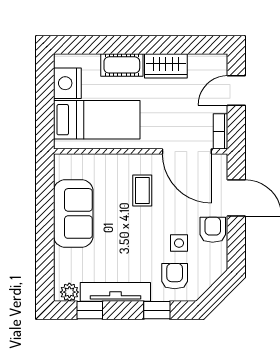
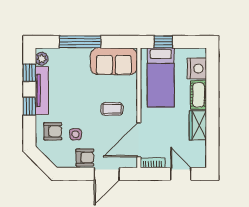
nightstand: (67, 83) -> (197, 69), moved, turned 90
window: (45, 116) -> (163, 42), added
sofa: (73, 213) -> (114, 61), moved
window: (45, 237) -> (80, 42), added
window: (157, 310) -> (29, 106), moved

